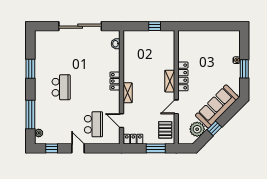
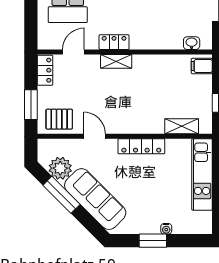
filing cabinet: (131, 37) -> (202, 66), added
kitchen unit: (201, 37) -> (202, 174), added
locker: (115, 81) -> (114, 42), moved
shelving: (170, 81) -> (182, 126), moved
window: (214, 128) -> (61, 195), width x2.17

